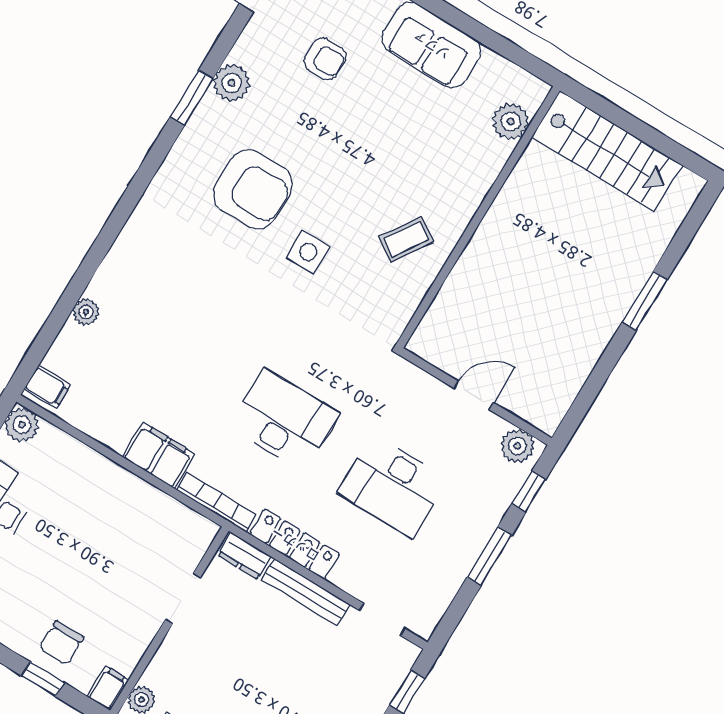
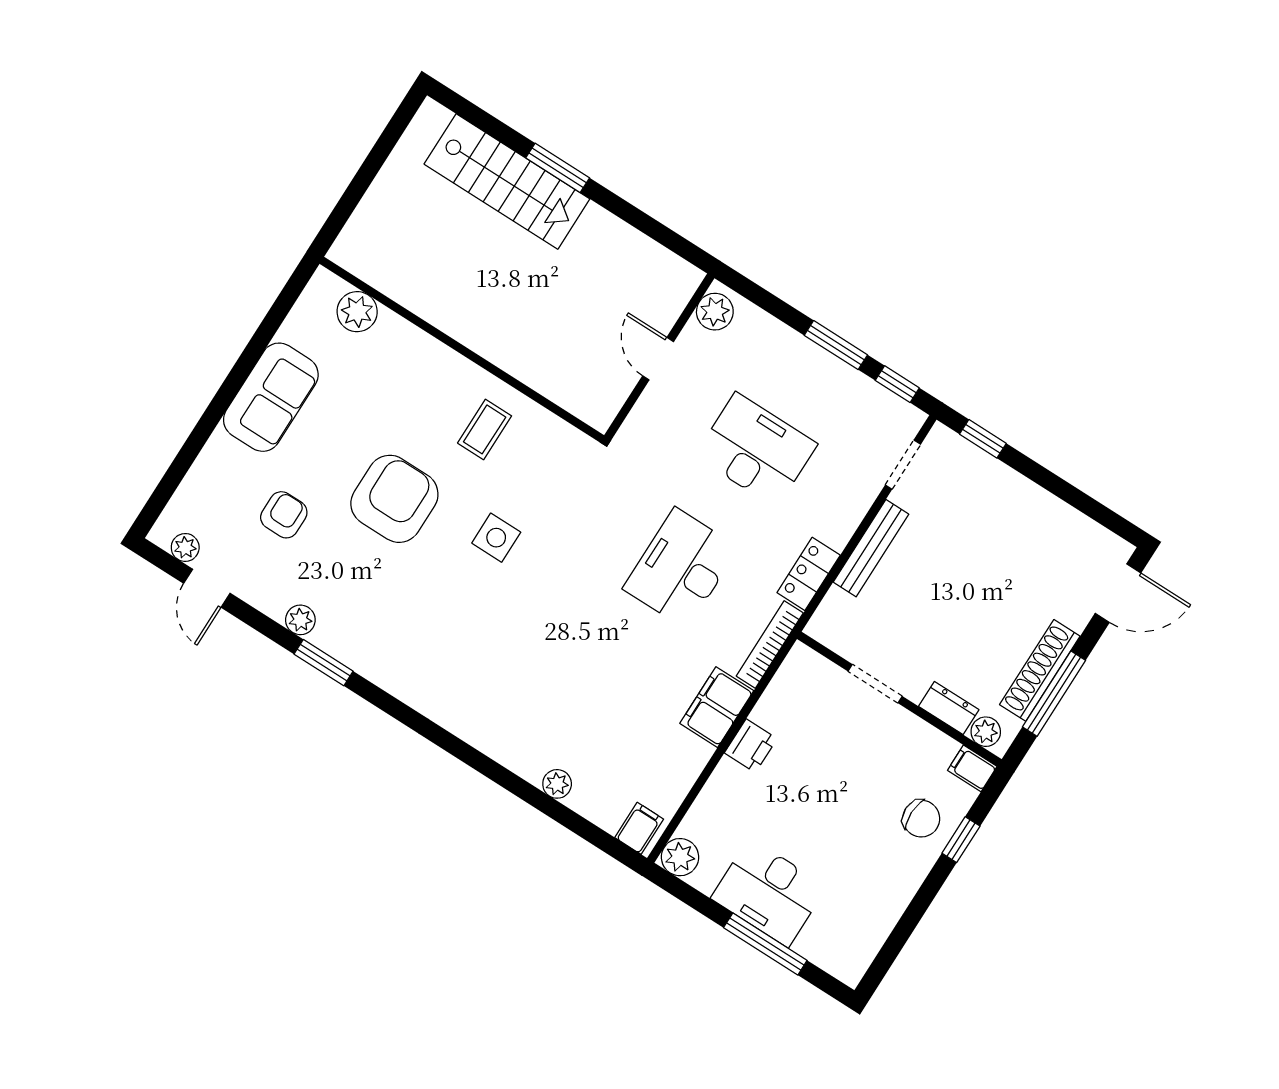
plant: (232, 83) -> (300, 620), width x0.73, depth x0.73
stairs: (607, 151) -> (507, 181), moved, turned 90
armchair: (253, 189) -> (394, 499), moved
coffee table: (406, 239) -> (485, 429), turned 57
desk: (393, 486) -> (756, 450), turned -90
printer: (124, 487) -> (751, 746), added
window: (529, 491) -> (897, 384), moved
locker: (295, 544) -> (809, 574), width x0.66
dresser: (245, 556) -> (949, 708), moved, turned -90

